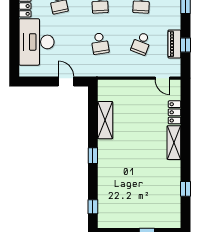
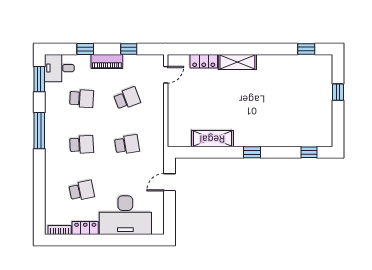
school desk: (141, 43) -> (127, 98), turned -42
piano: (174, 44) -> (107, 61), moved
window: (186, 189) -> (306, 49), moved

